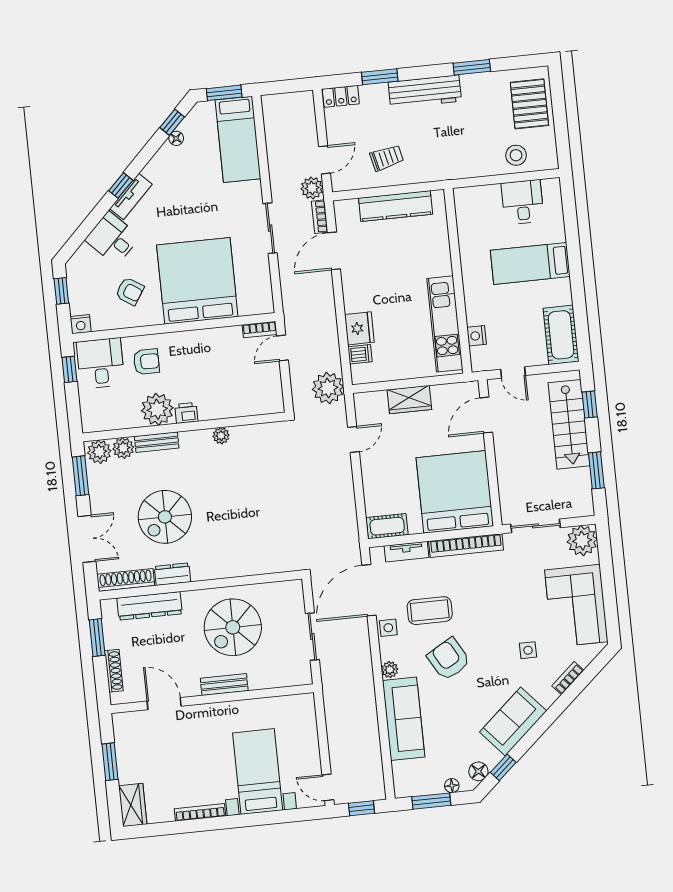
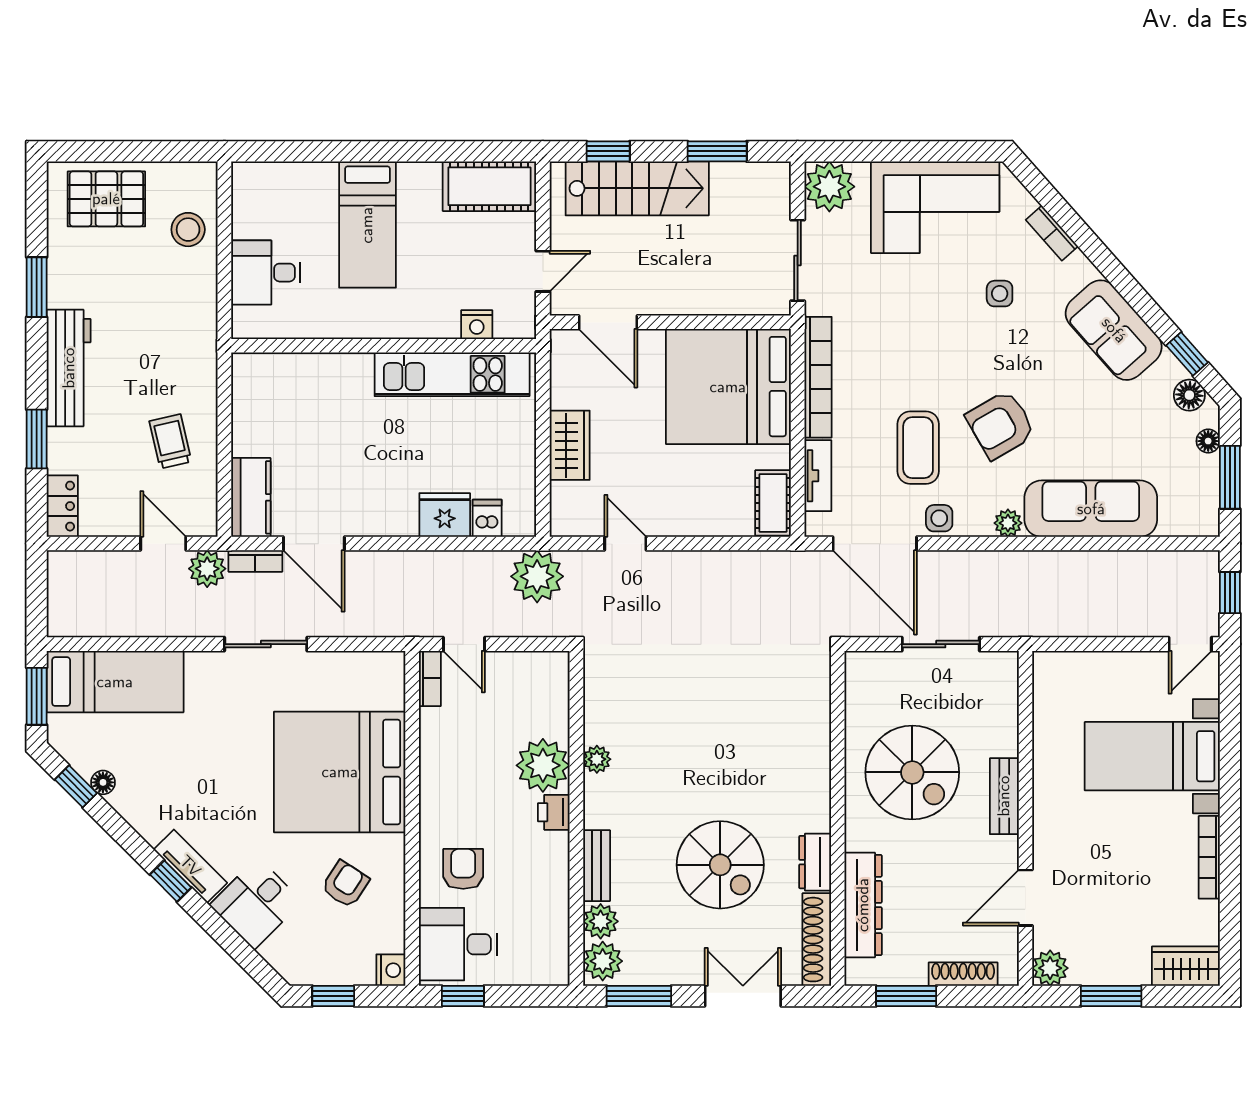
desk: (522, 202) -> (266, 273), moved
kitchen counter: (396, 206) -> (251, 497), moved, width x0.67
plant: (157, 409) -> (543, 765), moved
plant: (123, 723) -> (1050, 968), added

